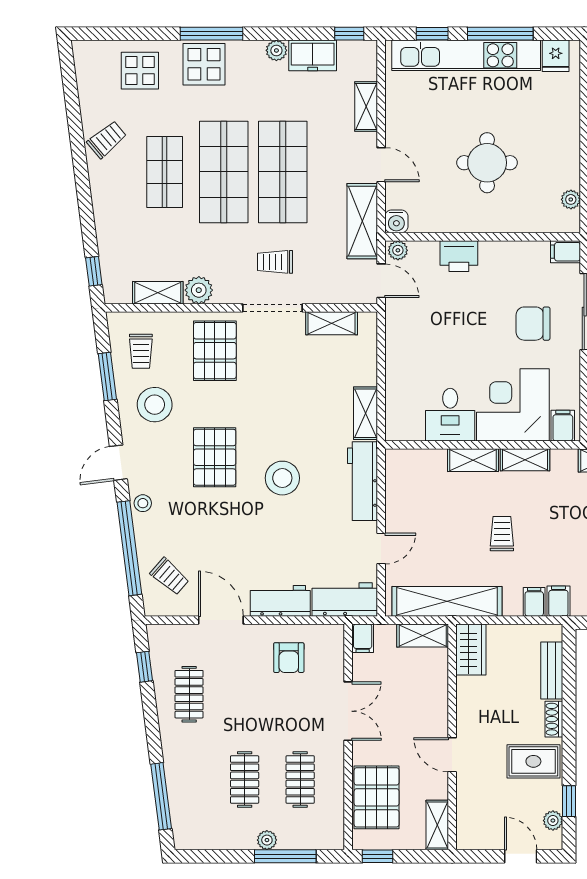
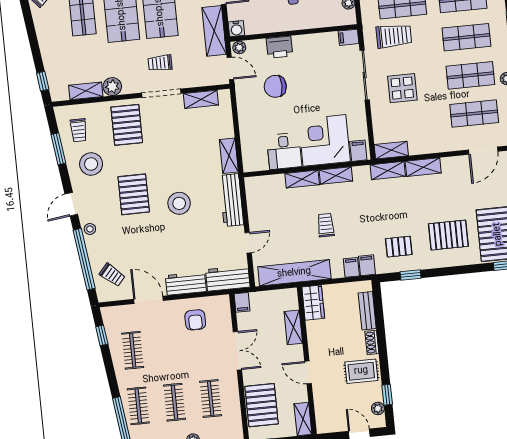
chair: (533, 324) -> (275, 86), moved
shelving: (423, 635) -> (293, 327), moved, turned 90
clothes rail: (189, 780) -> (138, 406), added

